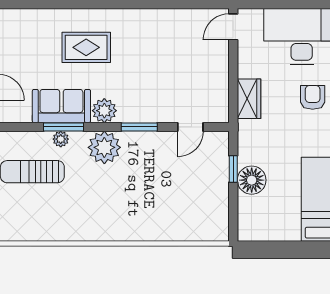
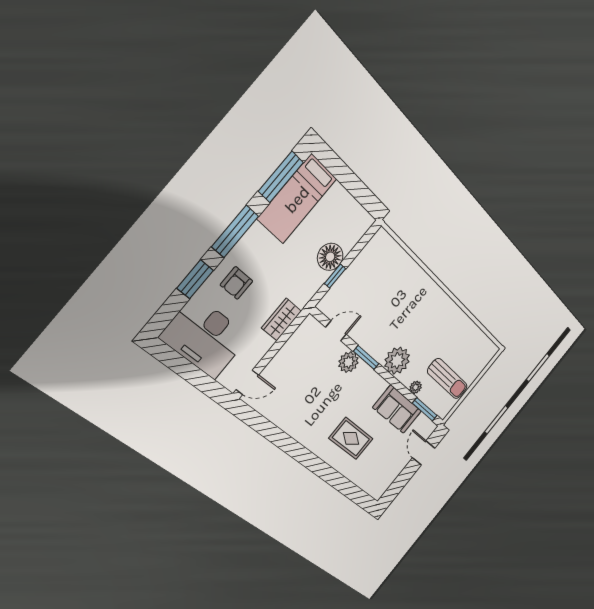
plant: (104, 111) -> (349, 362), moved
window: (64, 127) -> (425, 409), moved

